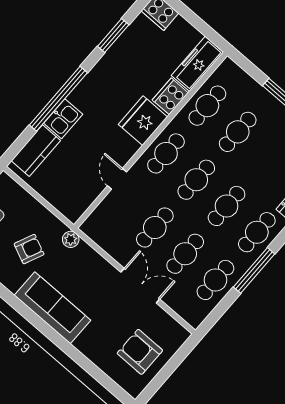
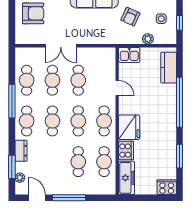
kitchen sink: (63, 119) -> (129, 55), moved, turned -90
plant: (71, 239) -> (148, 39), moved

